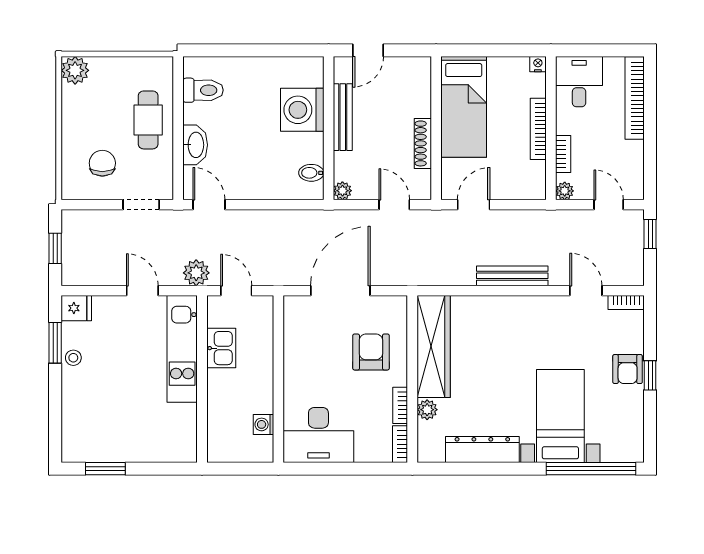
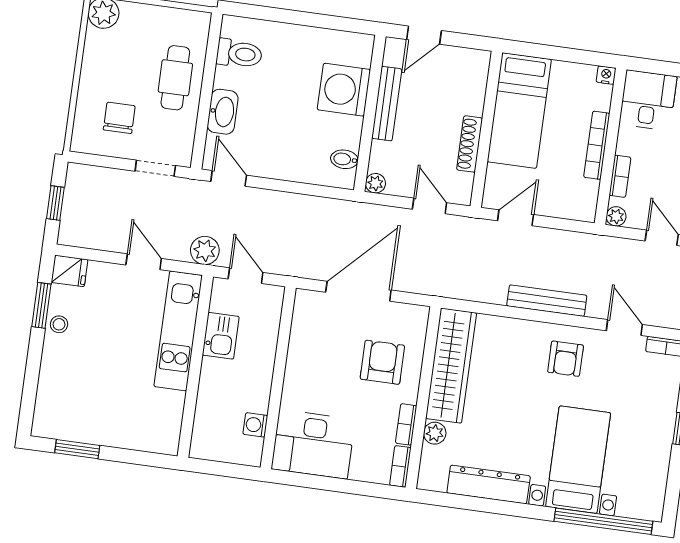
armchair: (628, 369) -> (566, 359), moved

